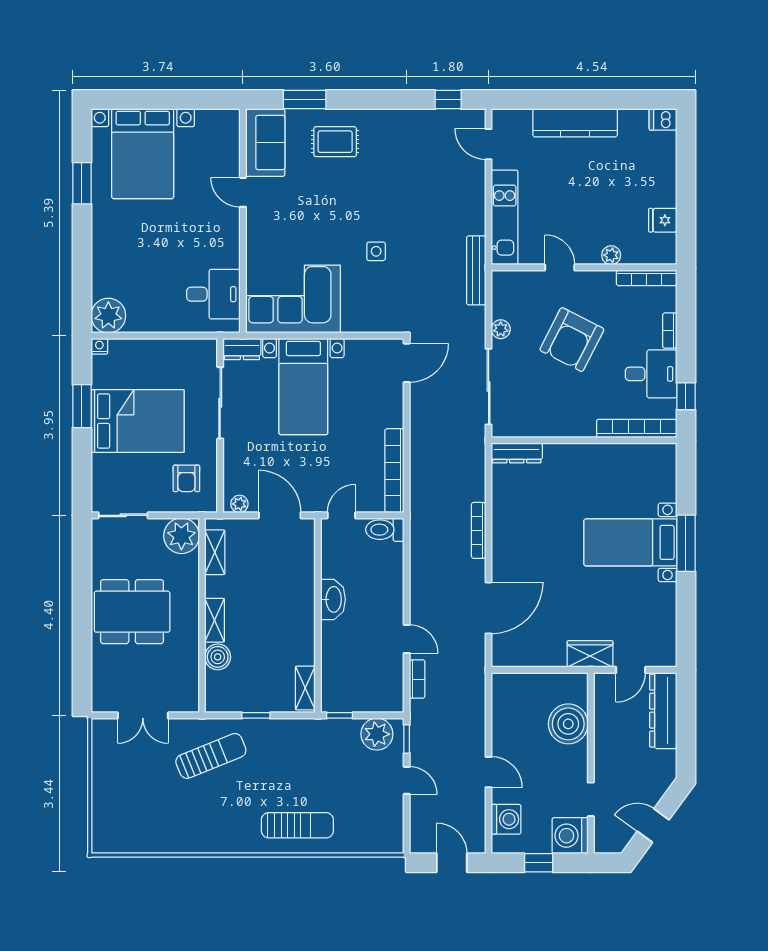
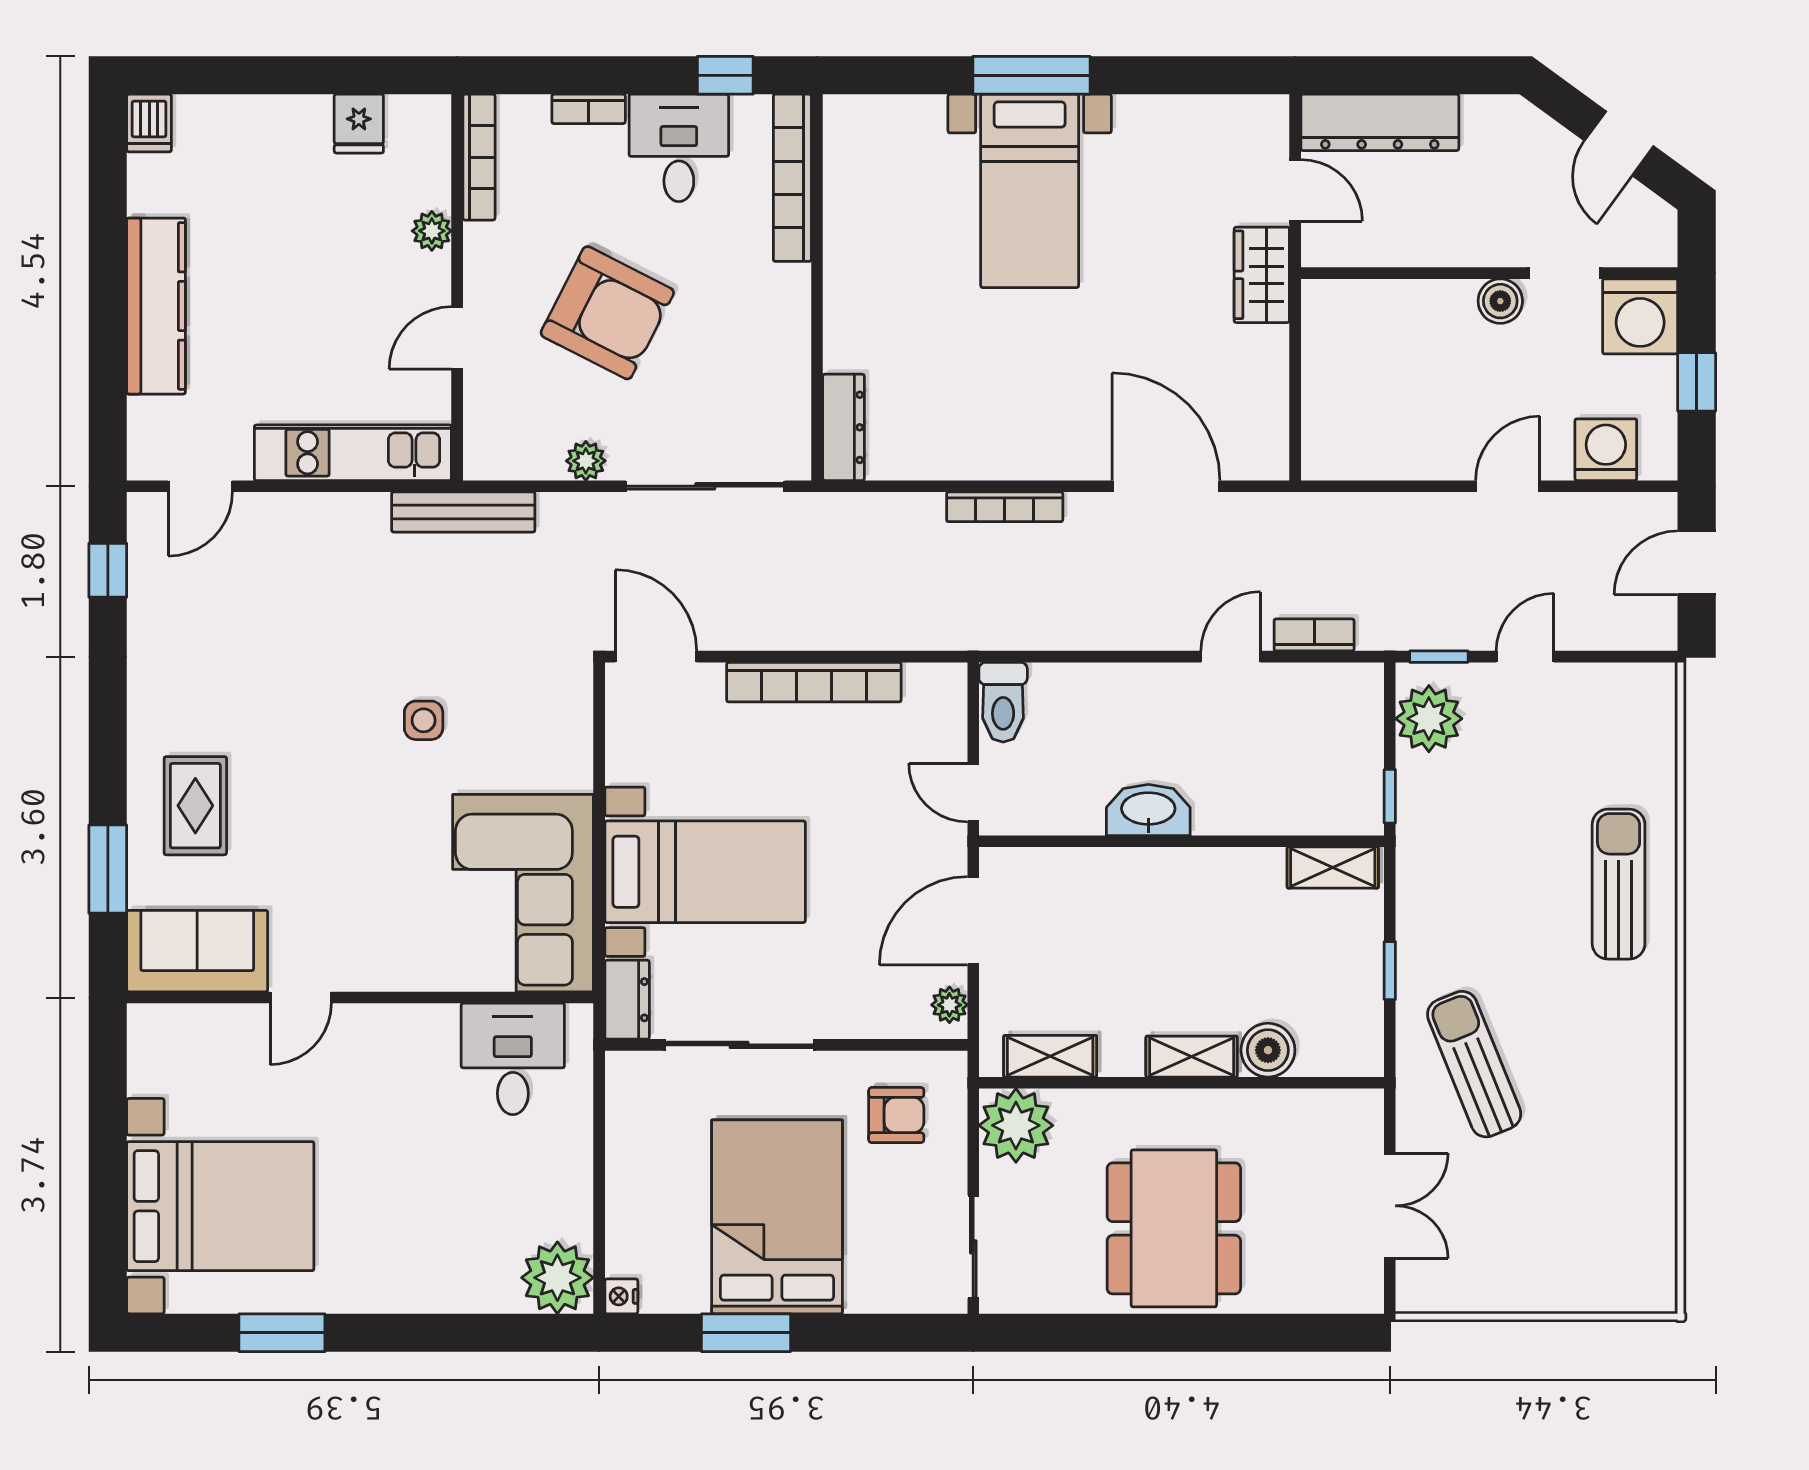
bookcase: (394, 471) -> (814, 682), moved
boiler: (568, 724) -> (1500, 301), moved, width x0.54, depth x0.54

